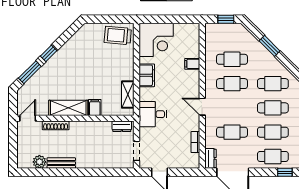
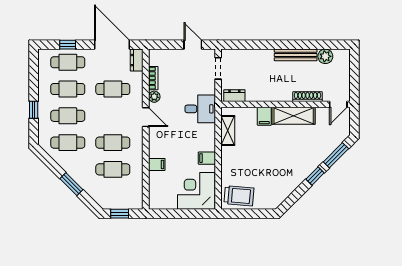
filing cabinet: (147, 75) -> (207, 158), width x0.50
plant: (195, 125) -> (154, 97), added
bench: (61, 163) -> (296, 55), width x1.36
window: (285, 172) -> (68, 45), moved

